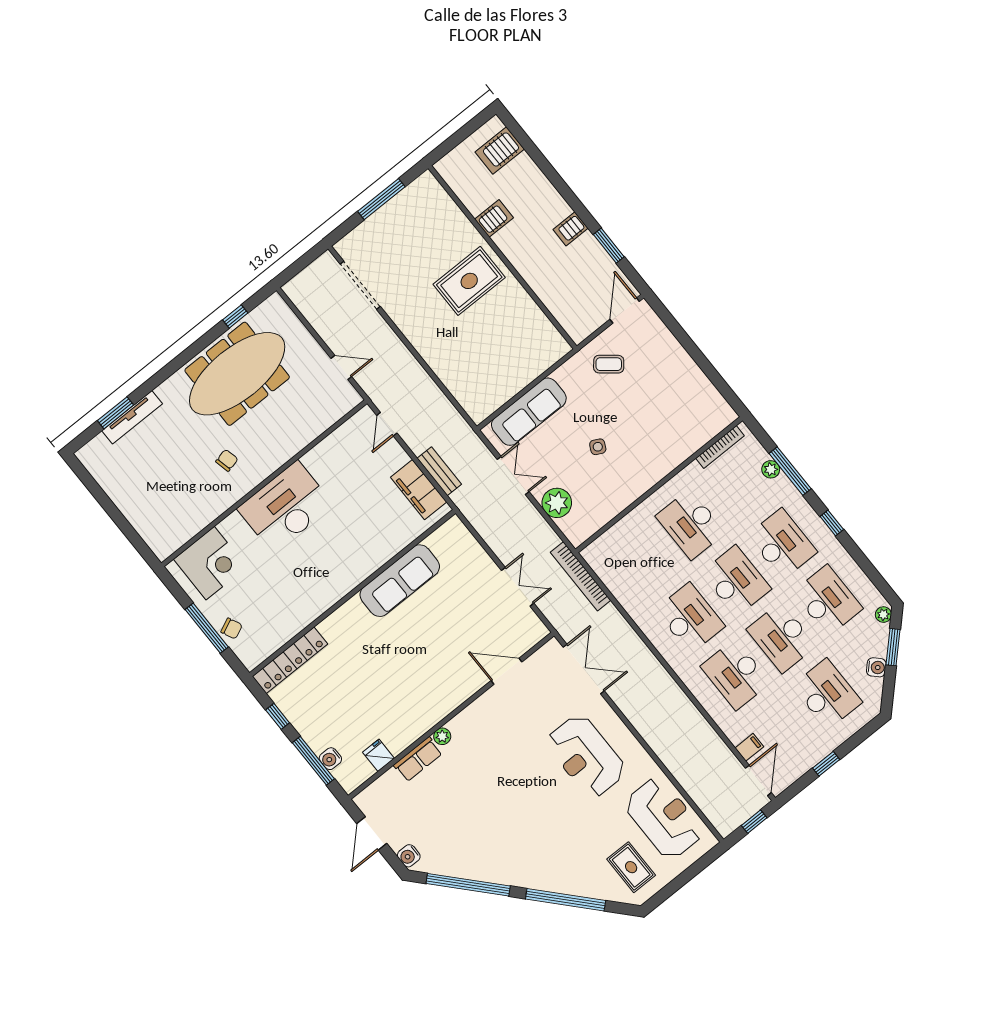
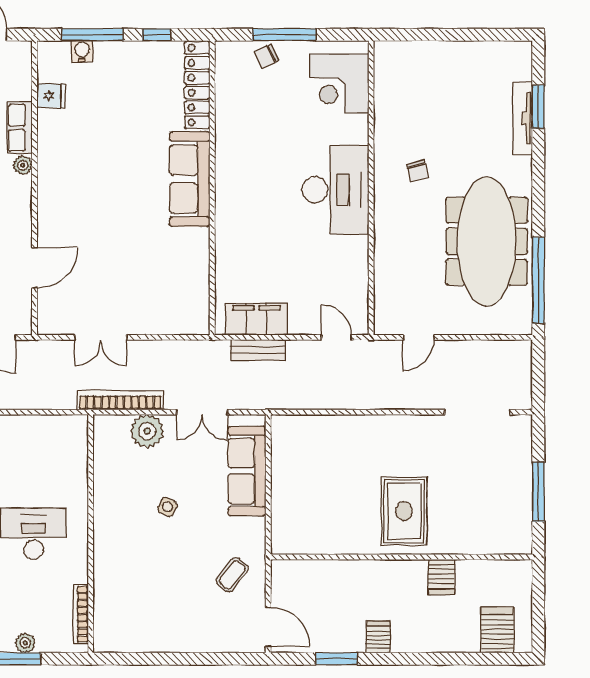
window: (235, 316) -> (538, 280), width x3.17
bookcase: (581, 576) -> (120, 400), moved
sofa: (400, 581) -> (190, 179), moved

